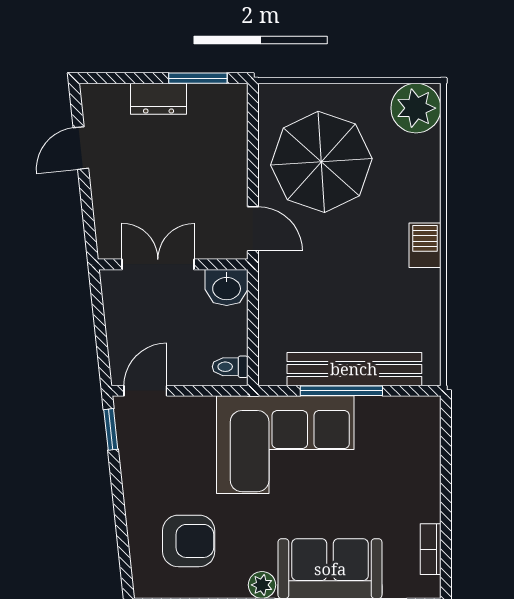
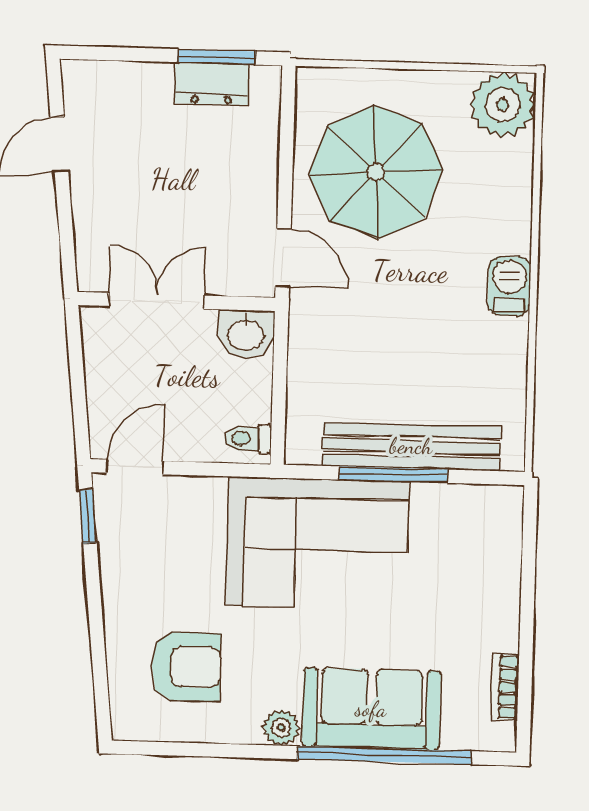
dresser: (159, 99) -> (212, 84), moved

